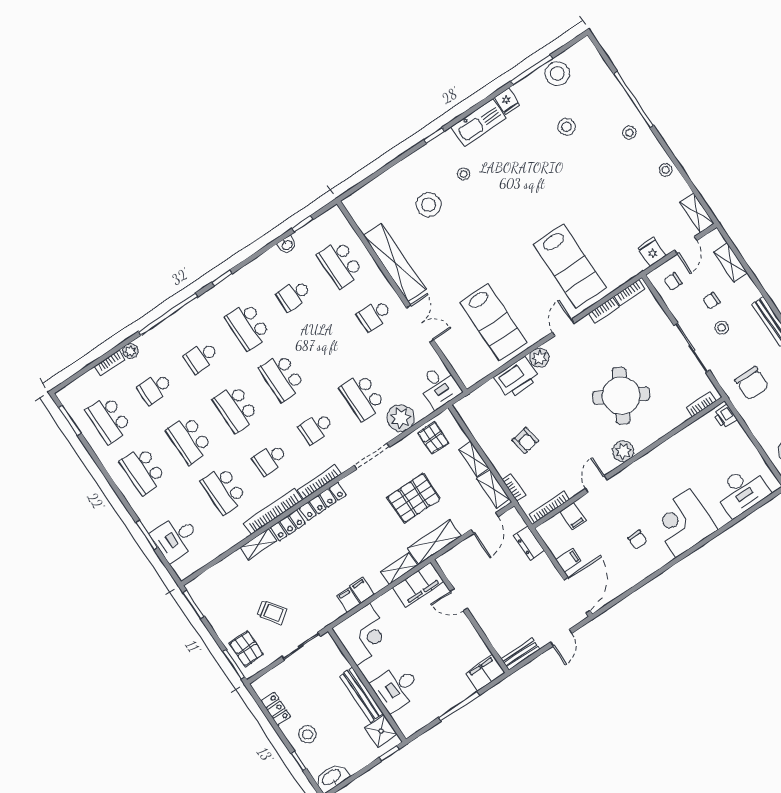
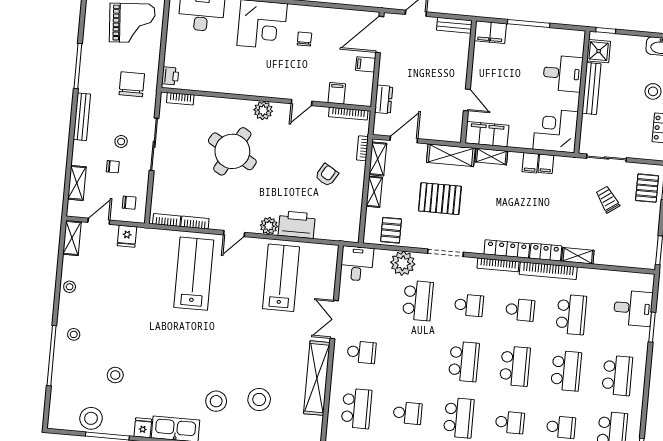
stool: (464, 174) -> (216, 401), width x1.89, depth x1.89
armchair: (525, 440) -> (327, 175), turned 40

